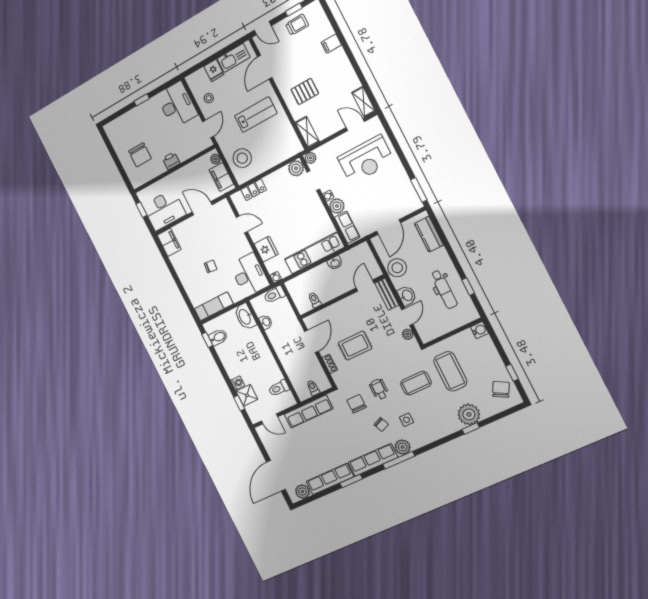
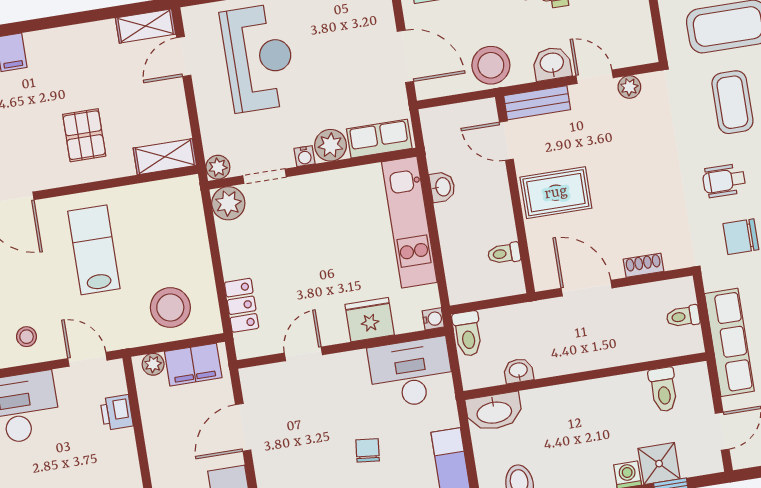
printer: (171, 161) -> (117, 412), moved
rug: (355, 346) -> (556, 193), moved, turned 90

